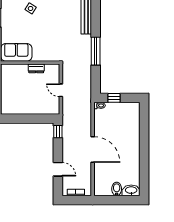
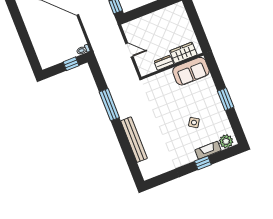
wardrobe: (17, 70) -> (183, 53), added

